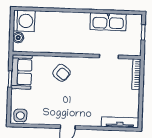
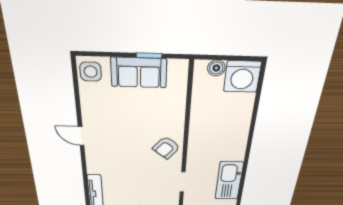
sofa: (22, 72) -> (139, 73), moved
armchair: (62, 73) -> (166, 148), moved

